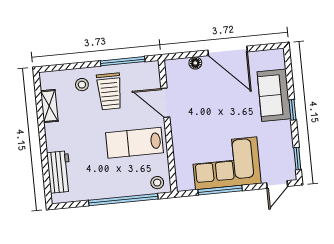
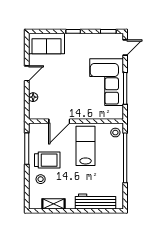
door: (228, 51) -> (27, 73), width x0.53
sofa: (274, 95) -> (47, 44), moved
lab bench: (135, 143) -> (86, 146), turned 180
workbench: (59, 172) -> (95, 201), width x1.37
door: (277, 185) -> (125, 48), hinge flipped

